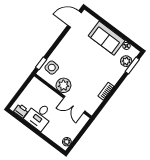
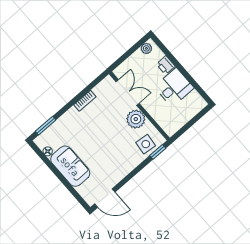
plant: (126, 61) -> (52, 133), removed
printer: (21, 111) -> (166, 65), moved

